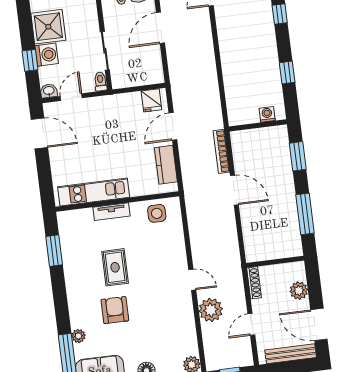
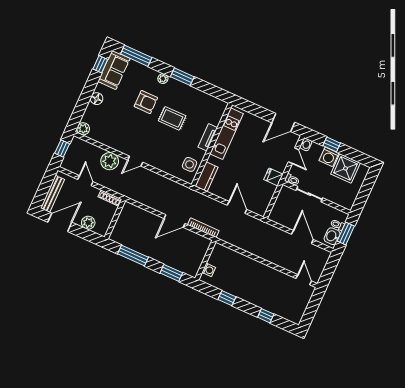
fridge: (151, 100) -> (273, 177), moved
kitchen counter: (166, 165) -> (207, 177), moved, turned 90
window: (54, 251) -> (182, 77), moved
plant: (79, 336) -> (163, 79), moved

